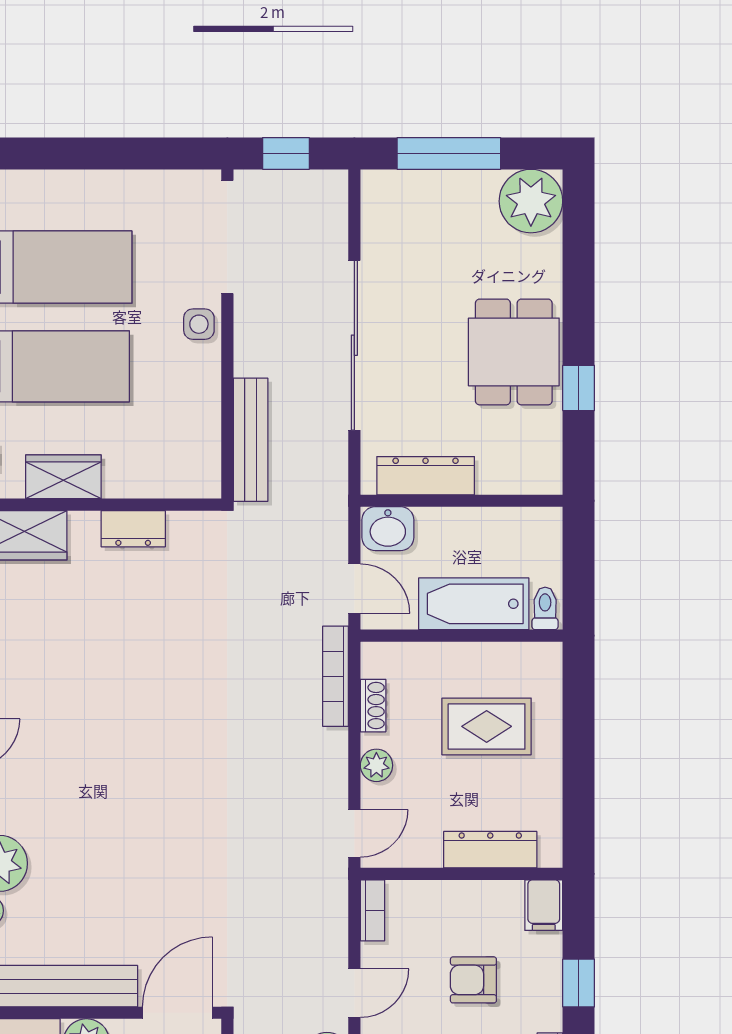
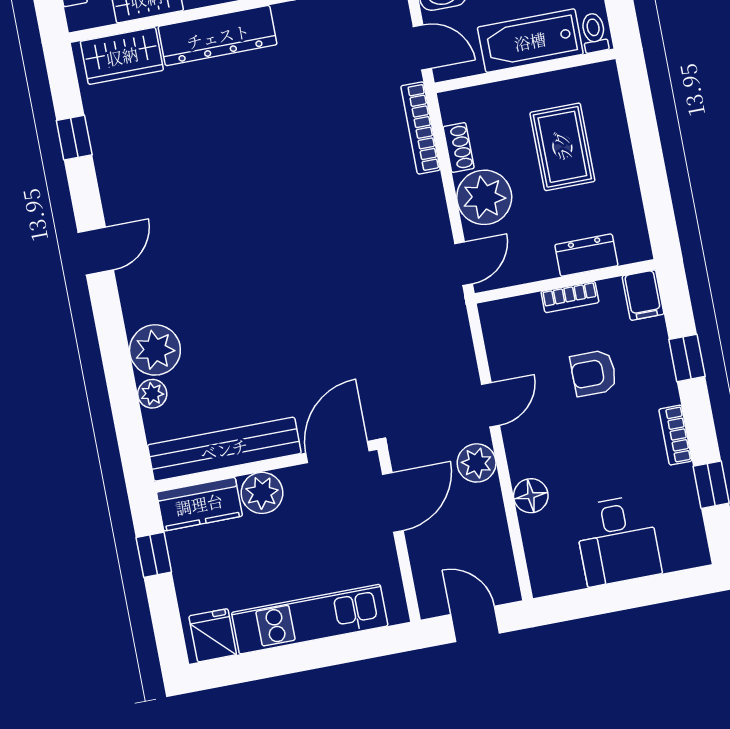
dresser: (133, 529) -> (218, 36), width x1.96, depth x1.24
rug: (487, 726) -> (562, 147), turned 90
plant: (376, 765) -> (484, 197), width x1.88, depth x1.88
dresser: (490, 850) -> (586, 255), width x0.70
bookcase: (372, 910) -> (570, 297), moved, turned 90

